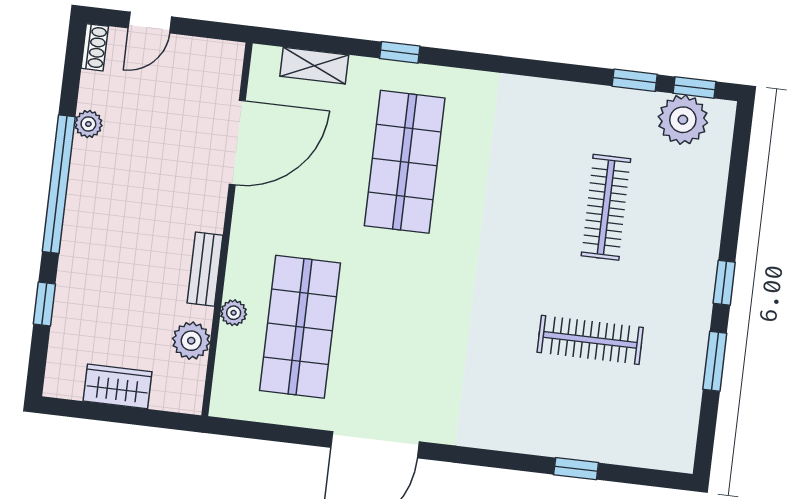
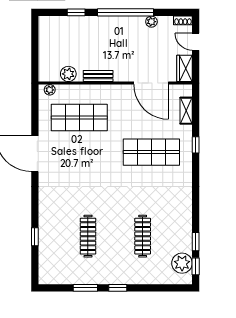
clothes rail: (606, 207) -> (143, 236), turned 90
plant: (234, 313) -> (50, 90), moved
wardrobe: (117, 386) -> (185, 68), moved, turned 180

